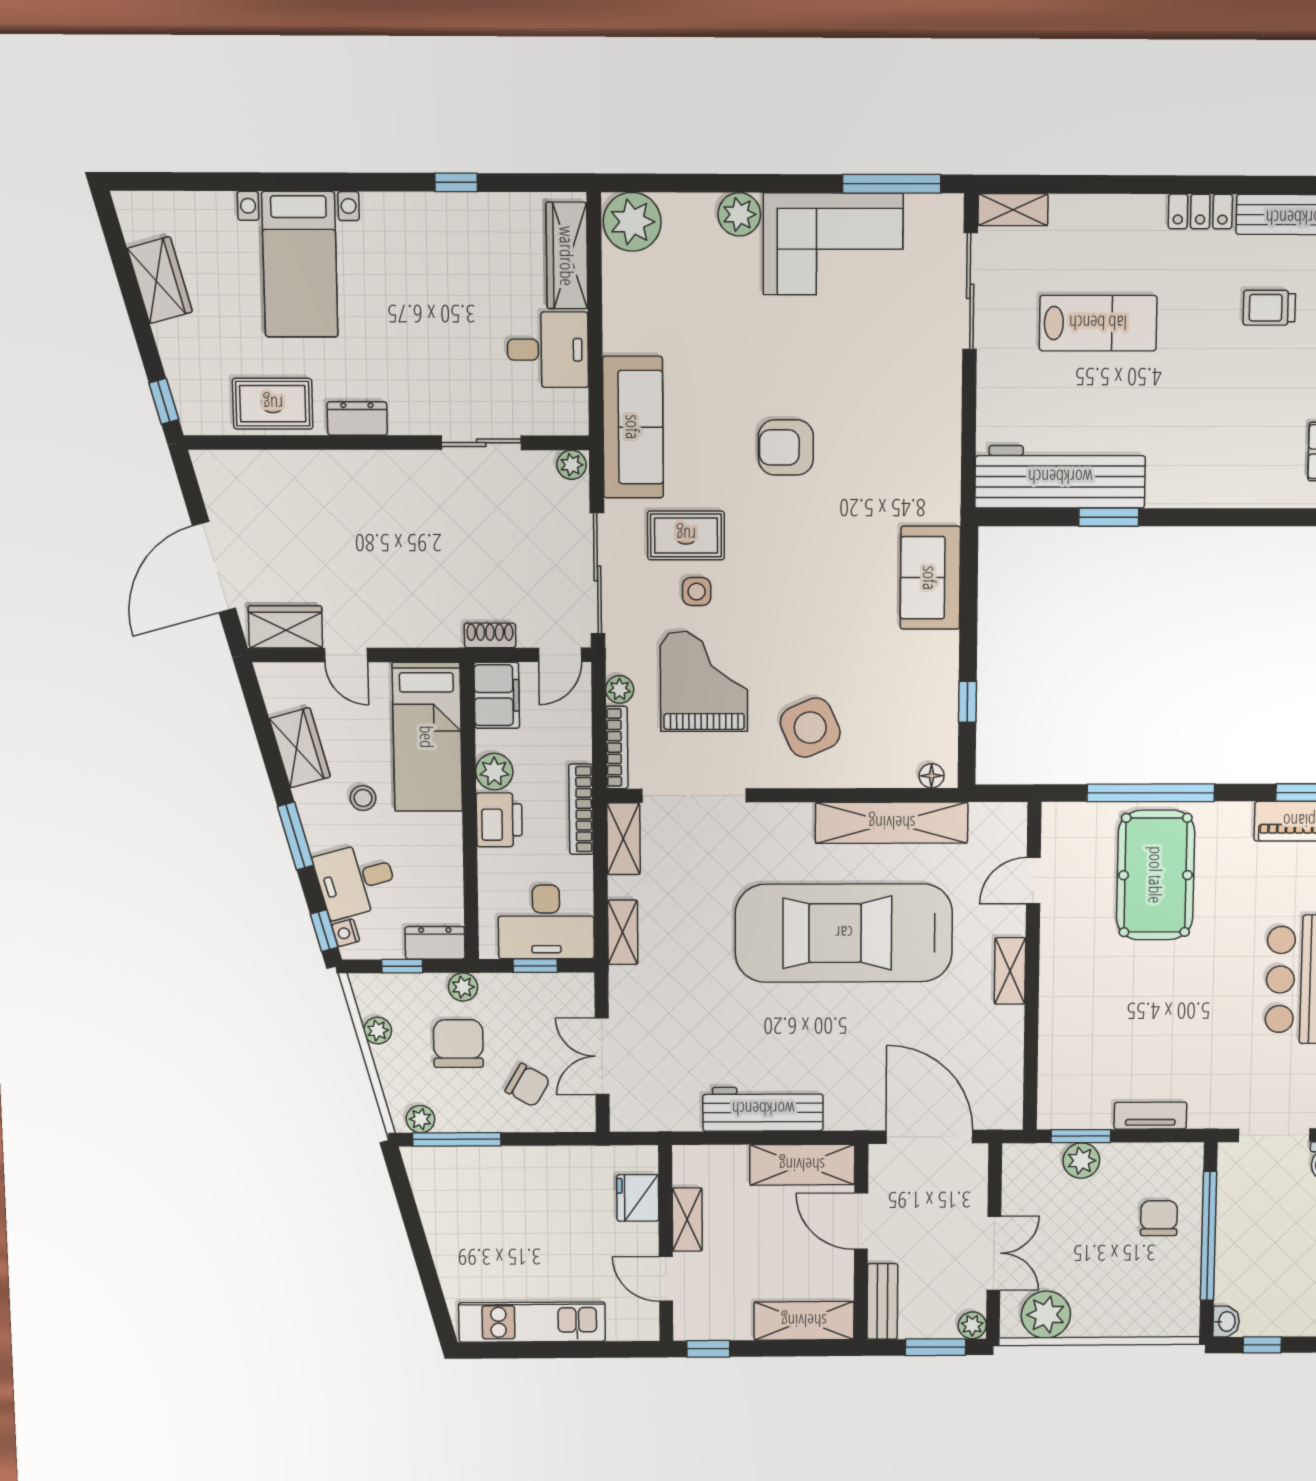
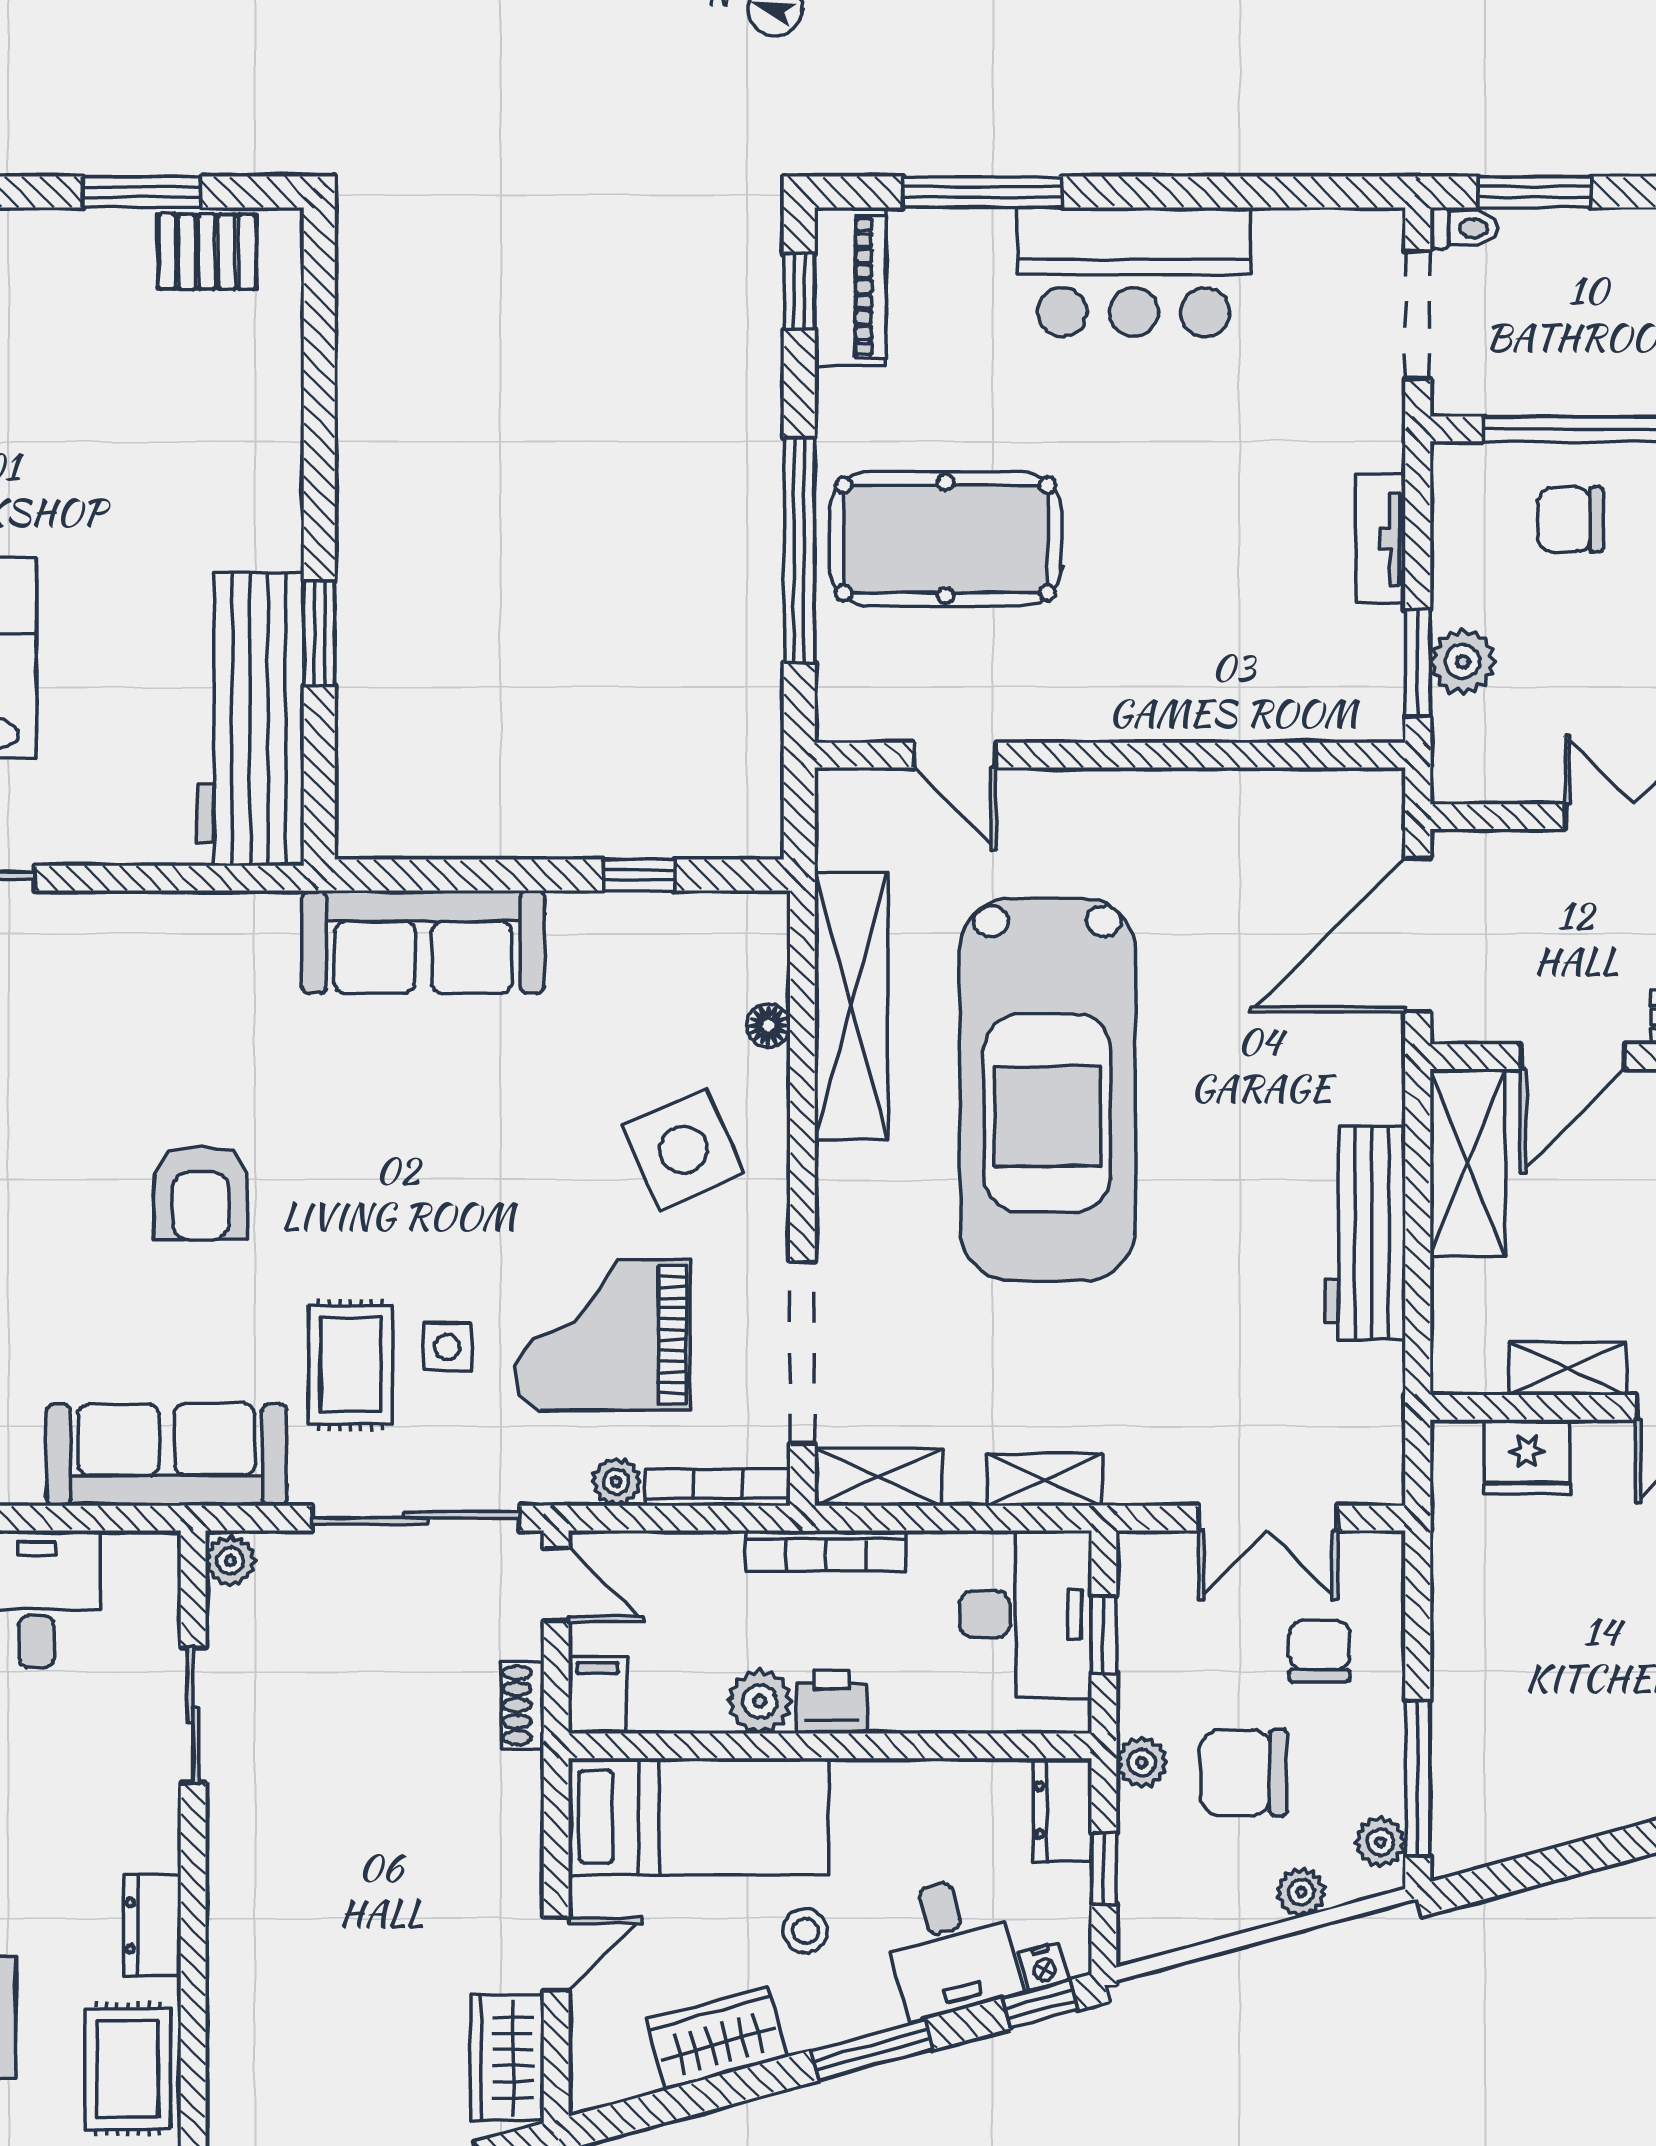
sofa: (930, 578) -> (423, 942), width x1.36
filing cabinet: (497, 695) -> (597, 1695), width x0.50
floor lamp: (932, 776) -> (768, 1026), moved
printer: (499, 820) -> (832, 1702), width x0.73, depth x0.81
shelving: (1010, 971) -> (1116, 794), removed
plant: (378, 1031) -> (1301, 1892), moved
chair: (528, 1085) -> (1320, 1651), turned -30

